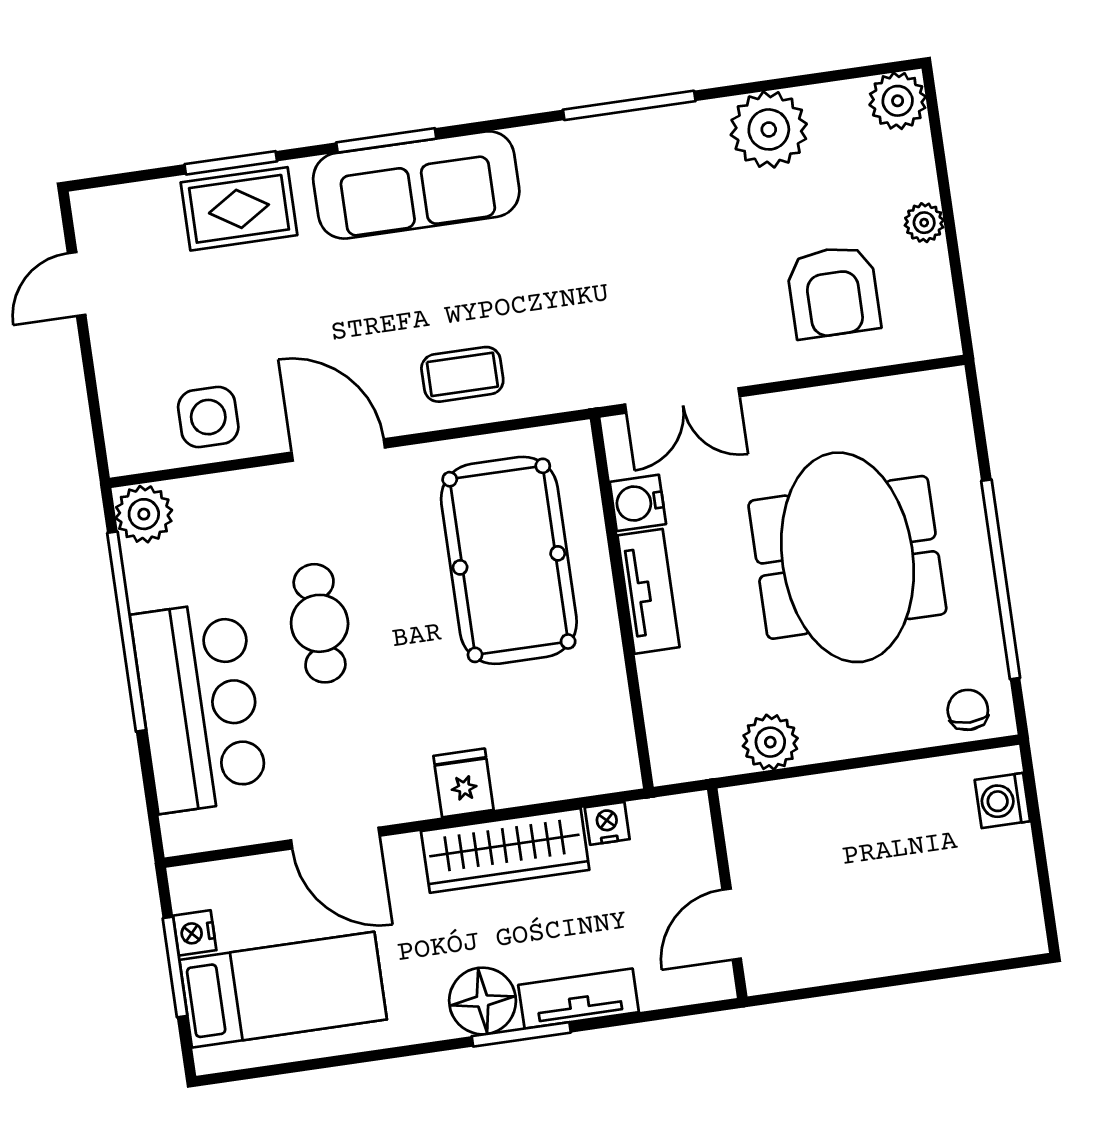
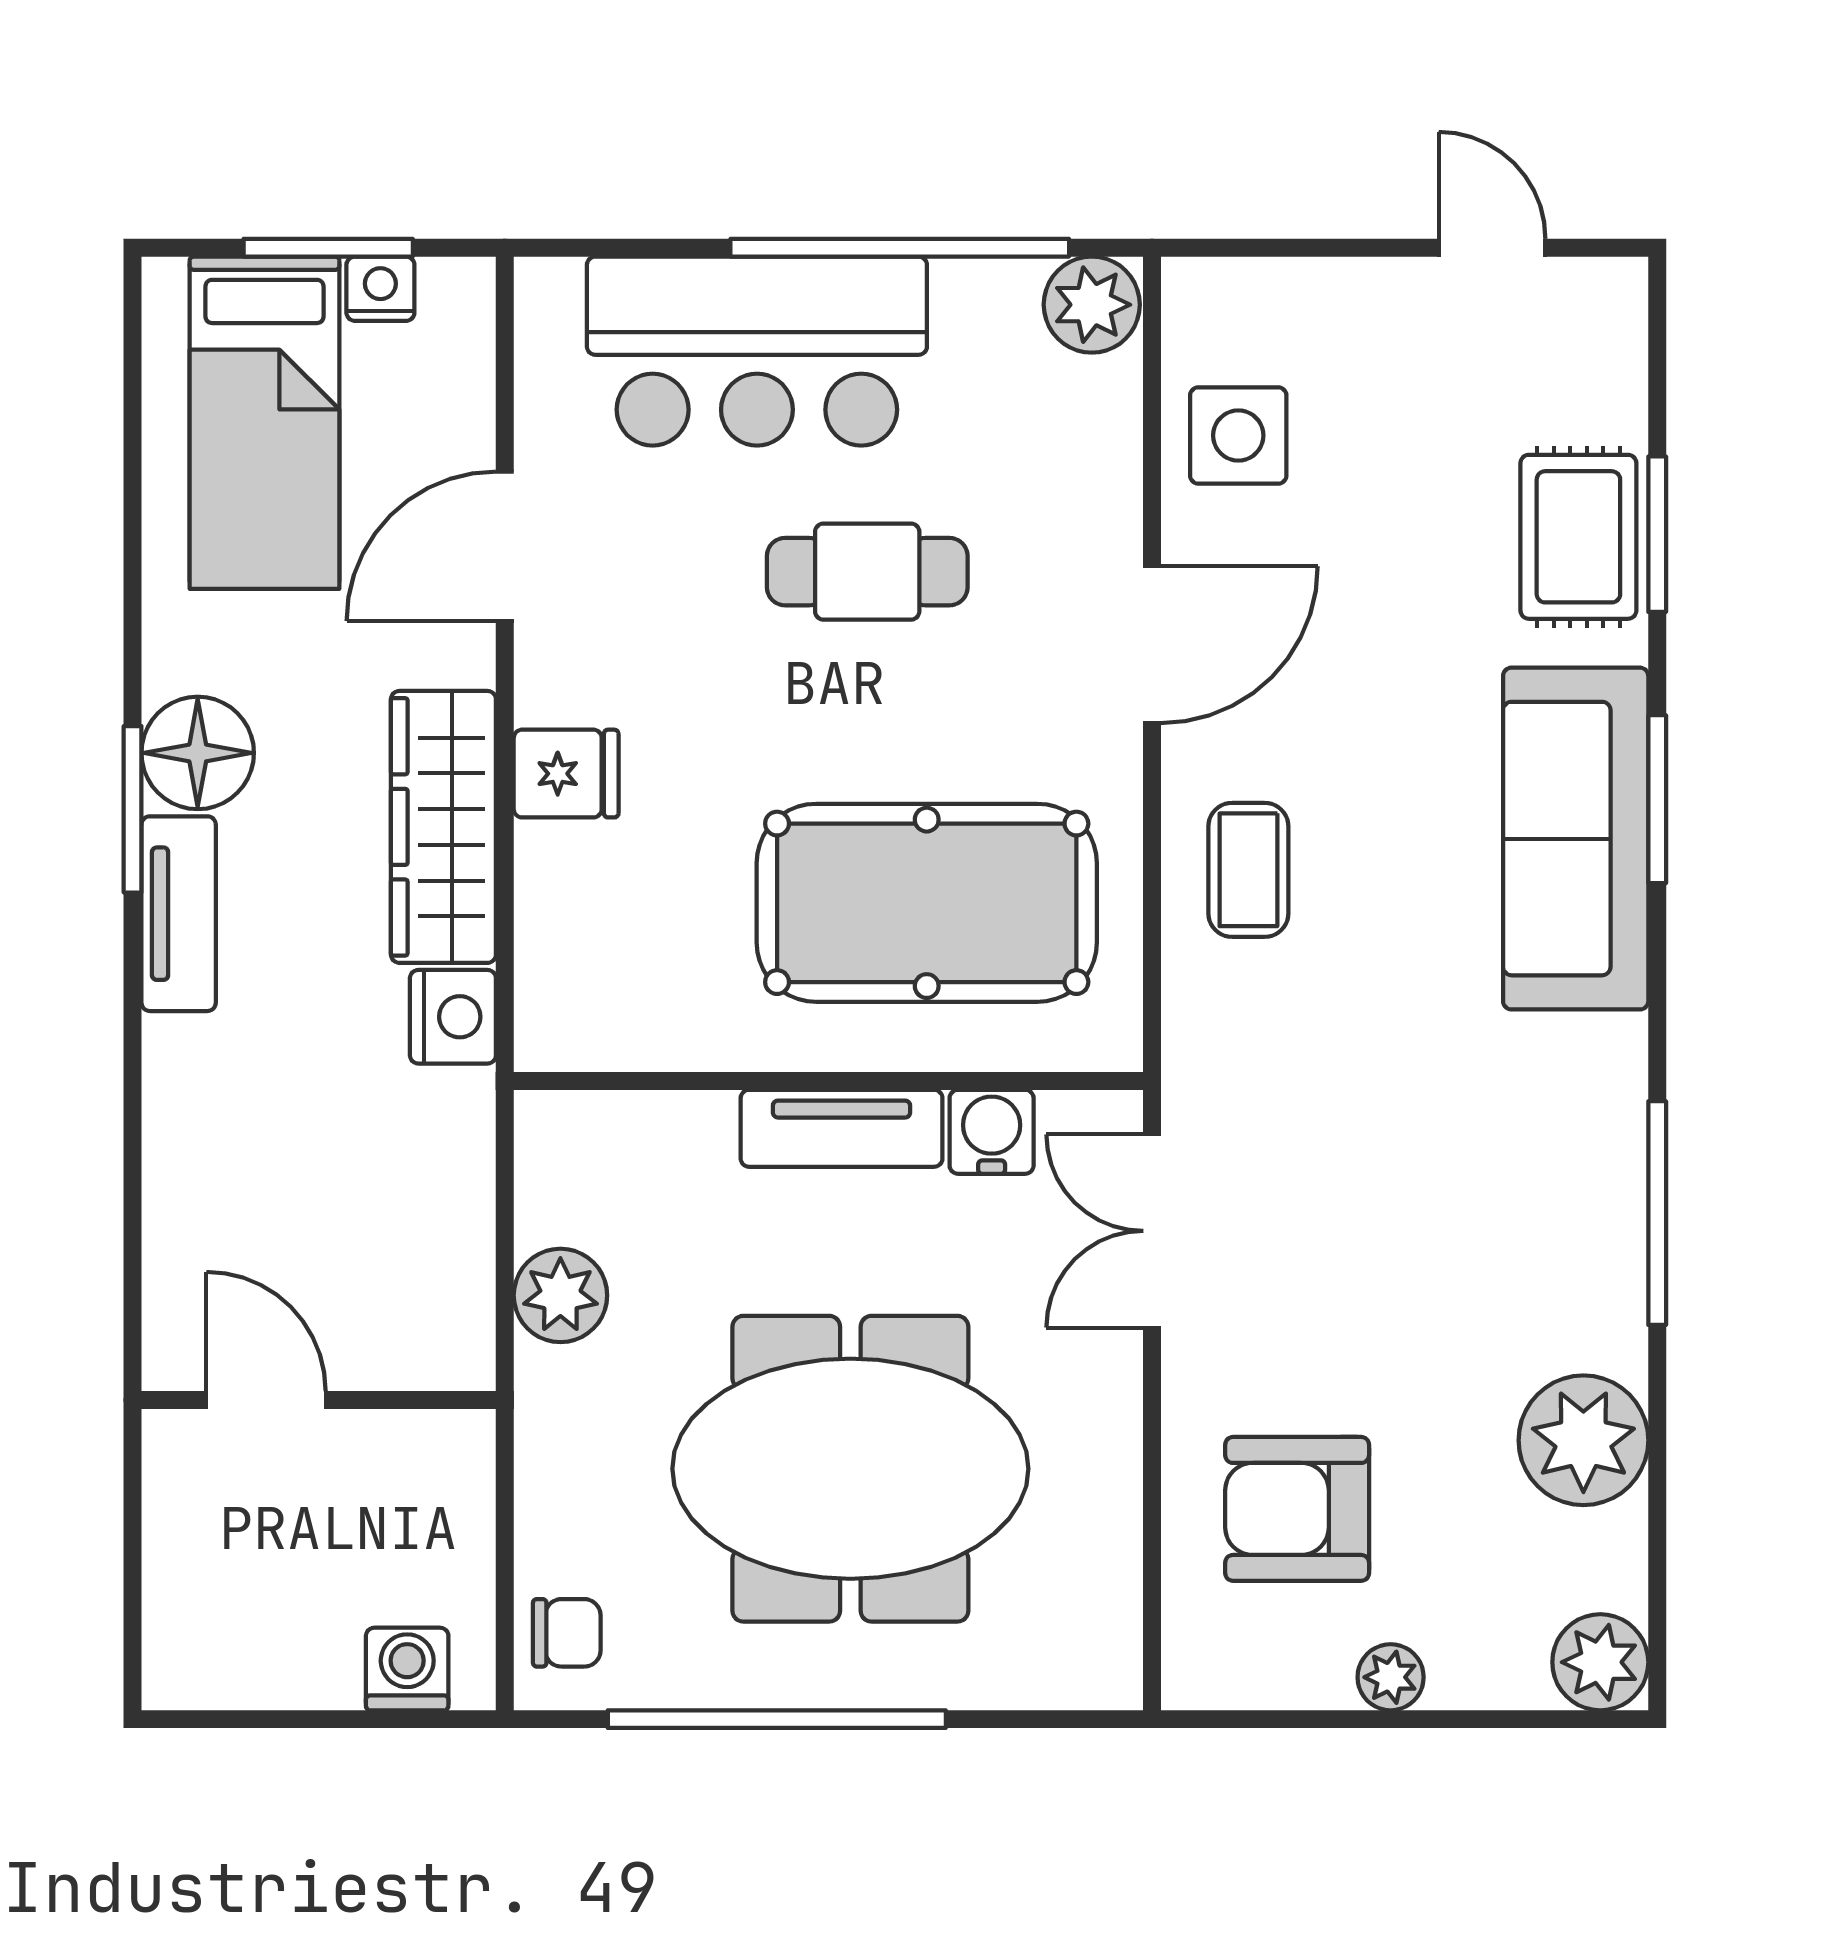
nightstand: (607, 823) -> (453, 1017), width x1.39, depth x1.35
wall: (727, 893) -> (319, 1400), moved
door: (732, 924) -> (266, 1400), moved

